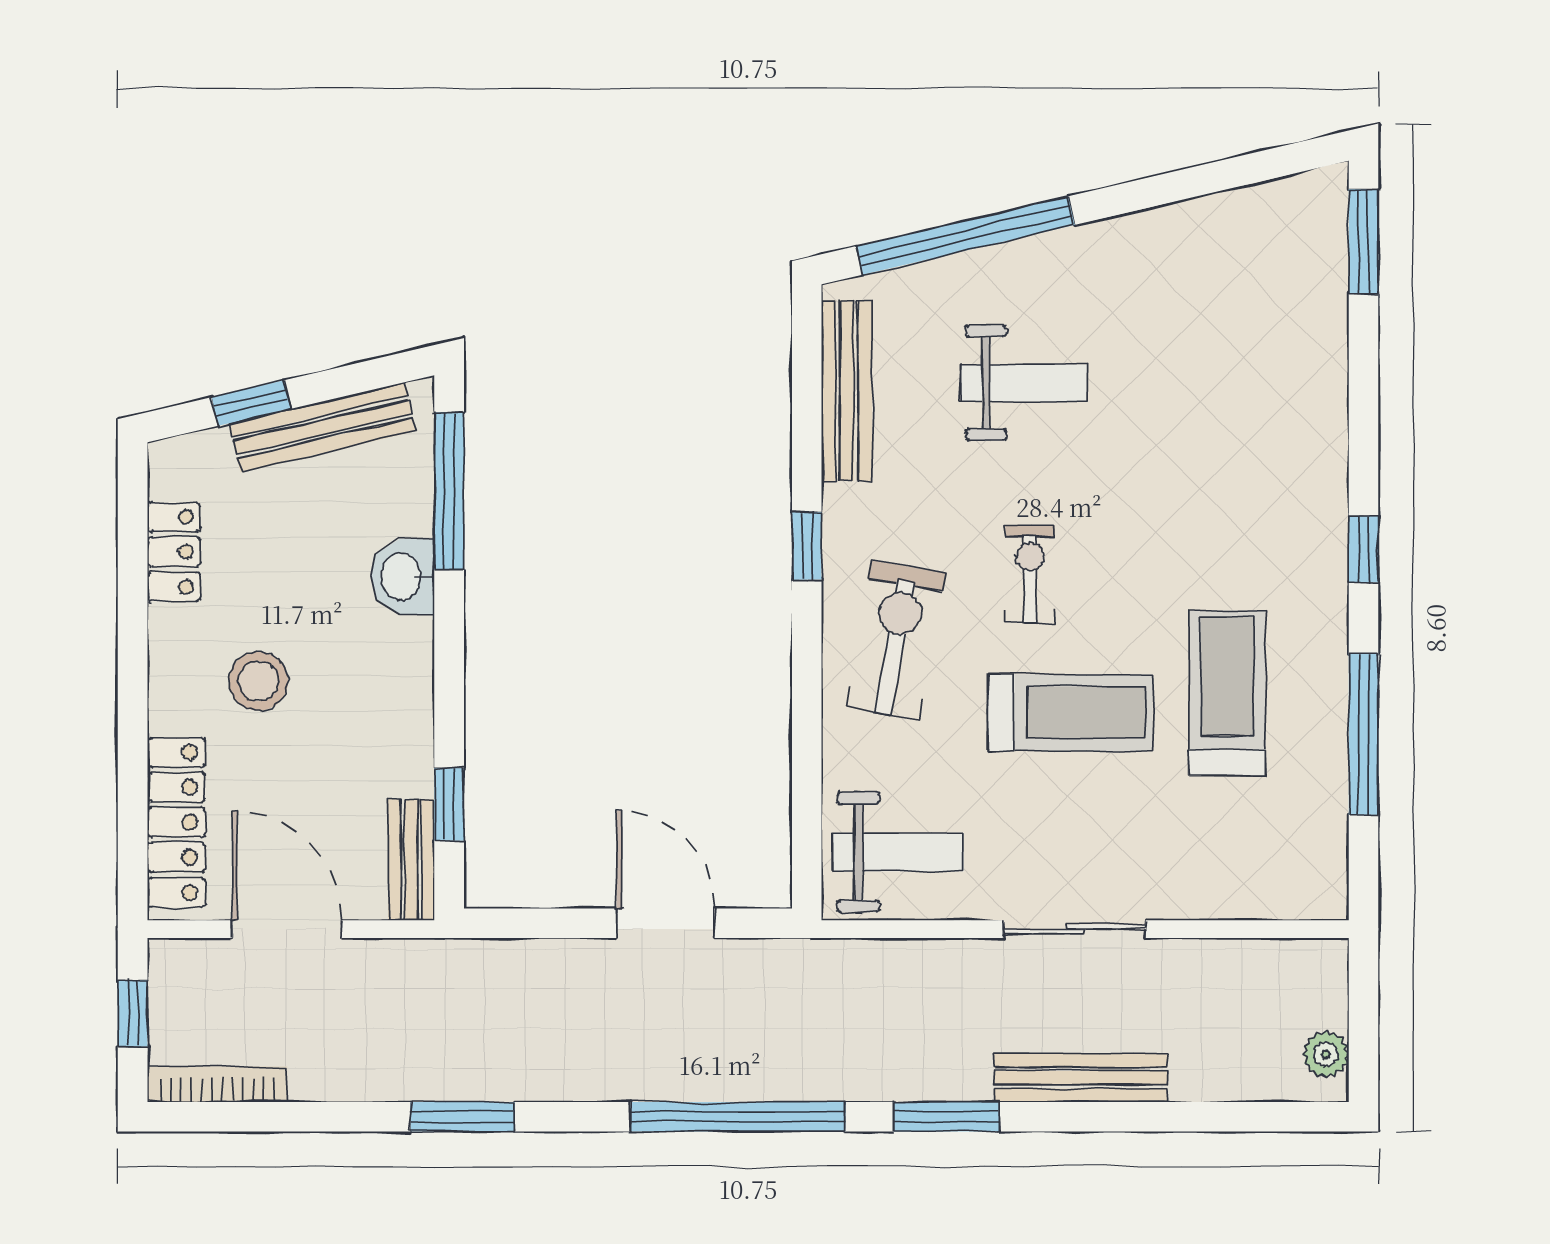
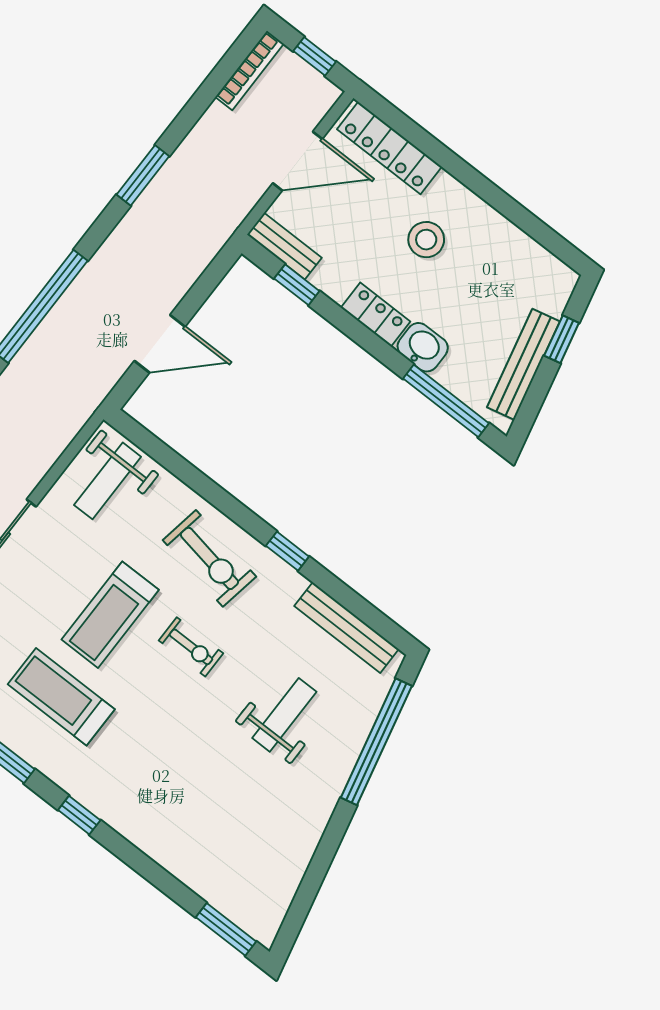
weight bench: (1024, 383) -> (284, 715), turned 180
locker: (174, 552) -> (376, 315), moved, turned 180
treadmill: (1227, 693) -> (61, 697), turned 180

